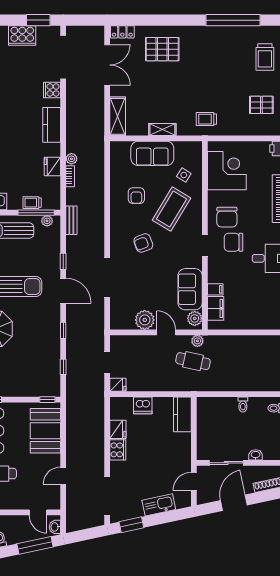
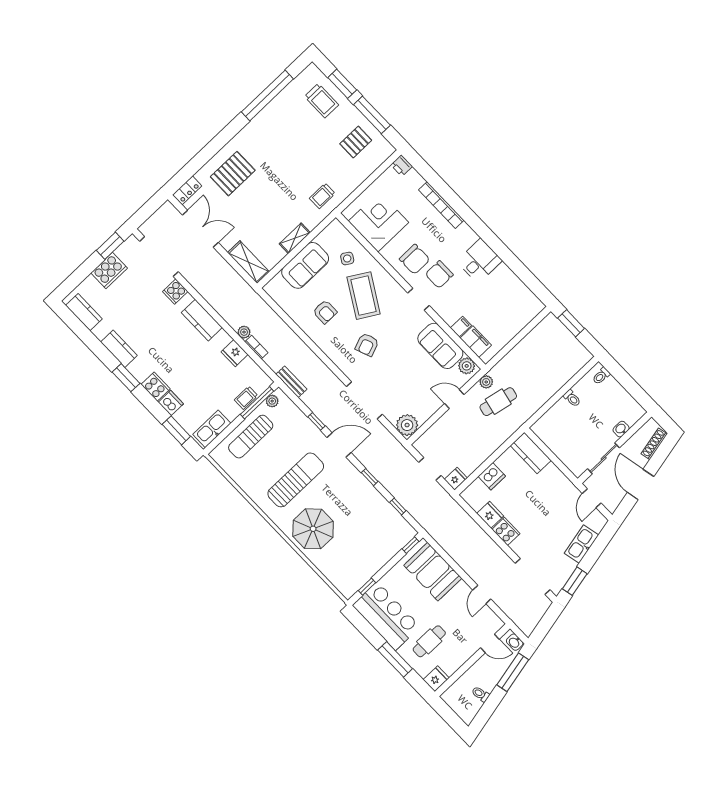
plant: (145, 320) -> (407, 425), moved

